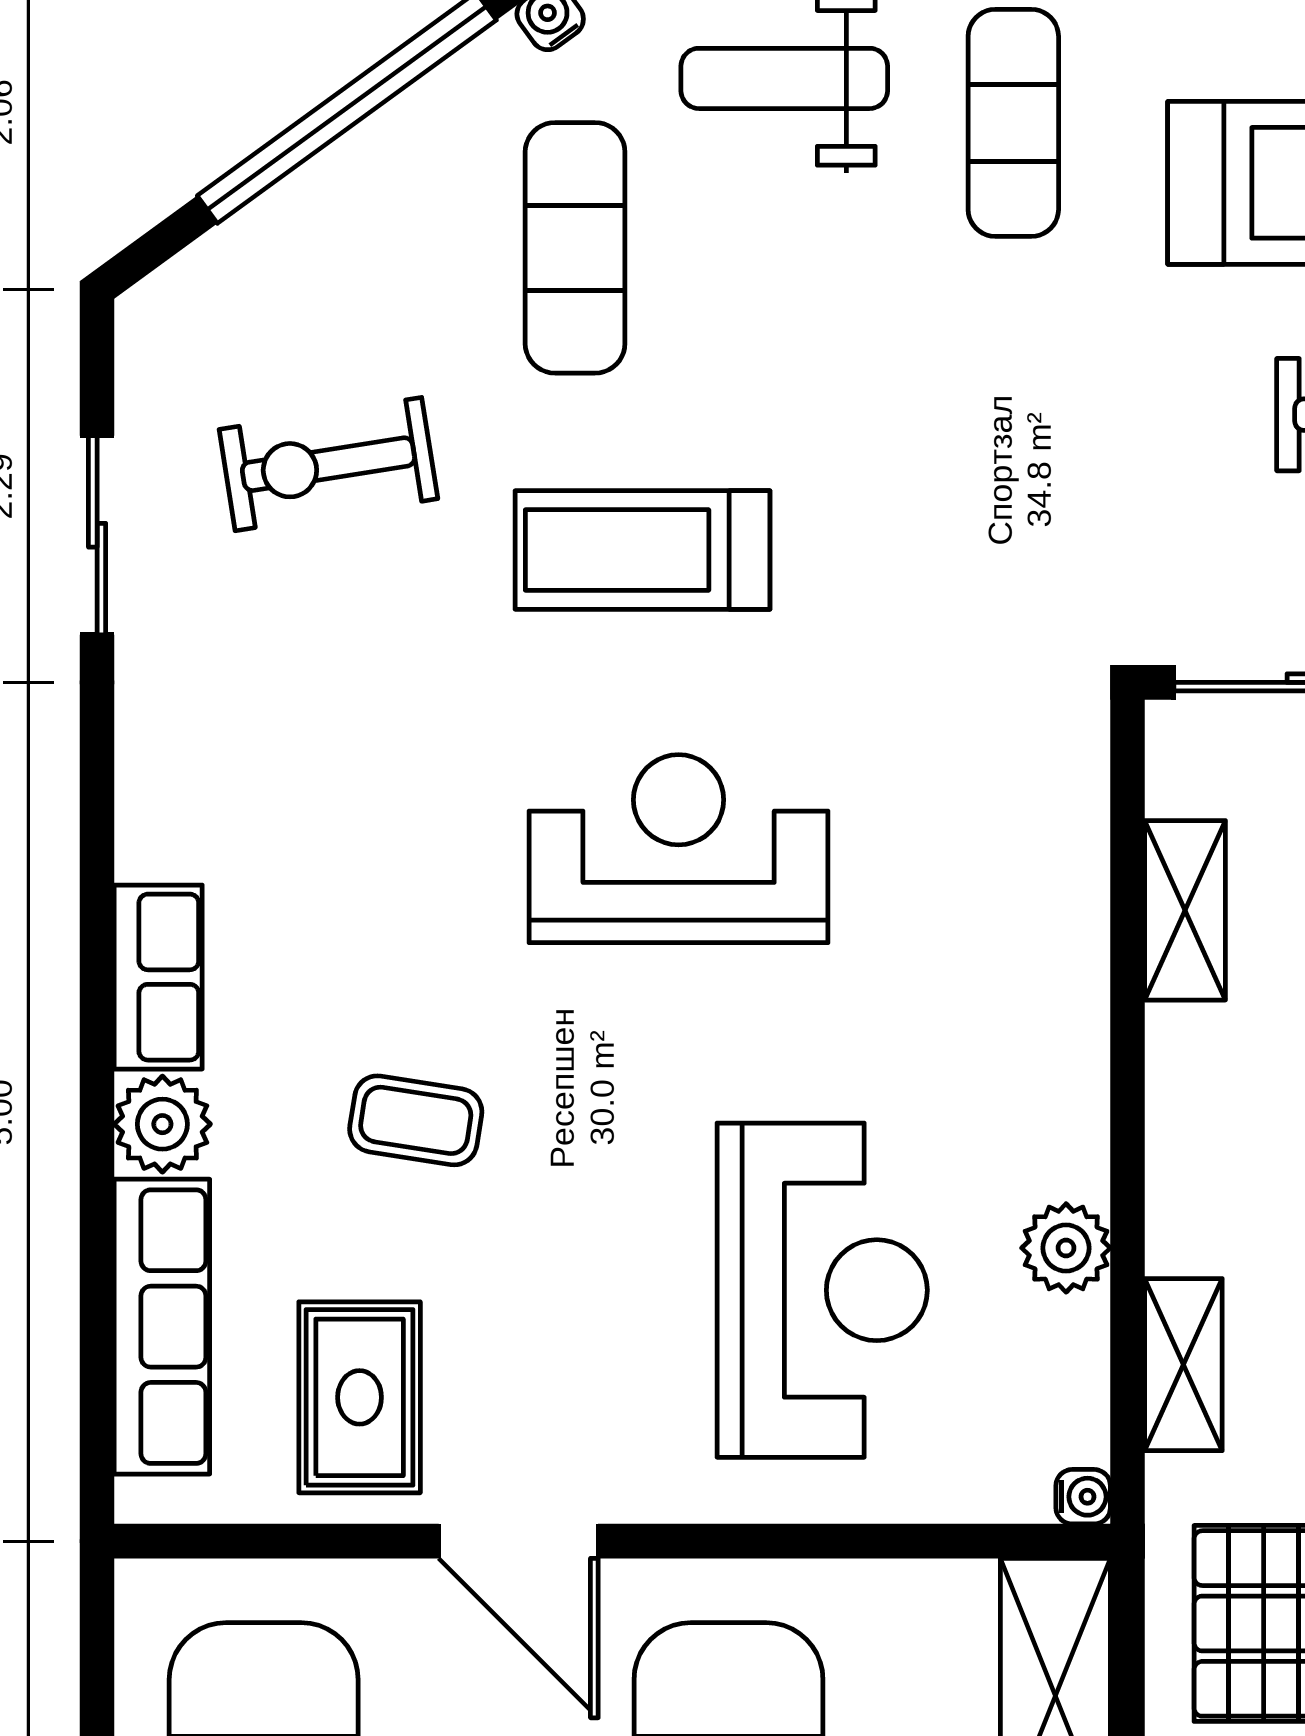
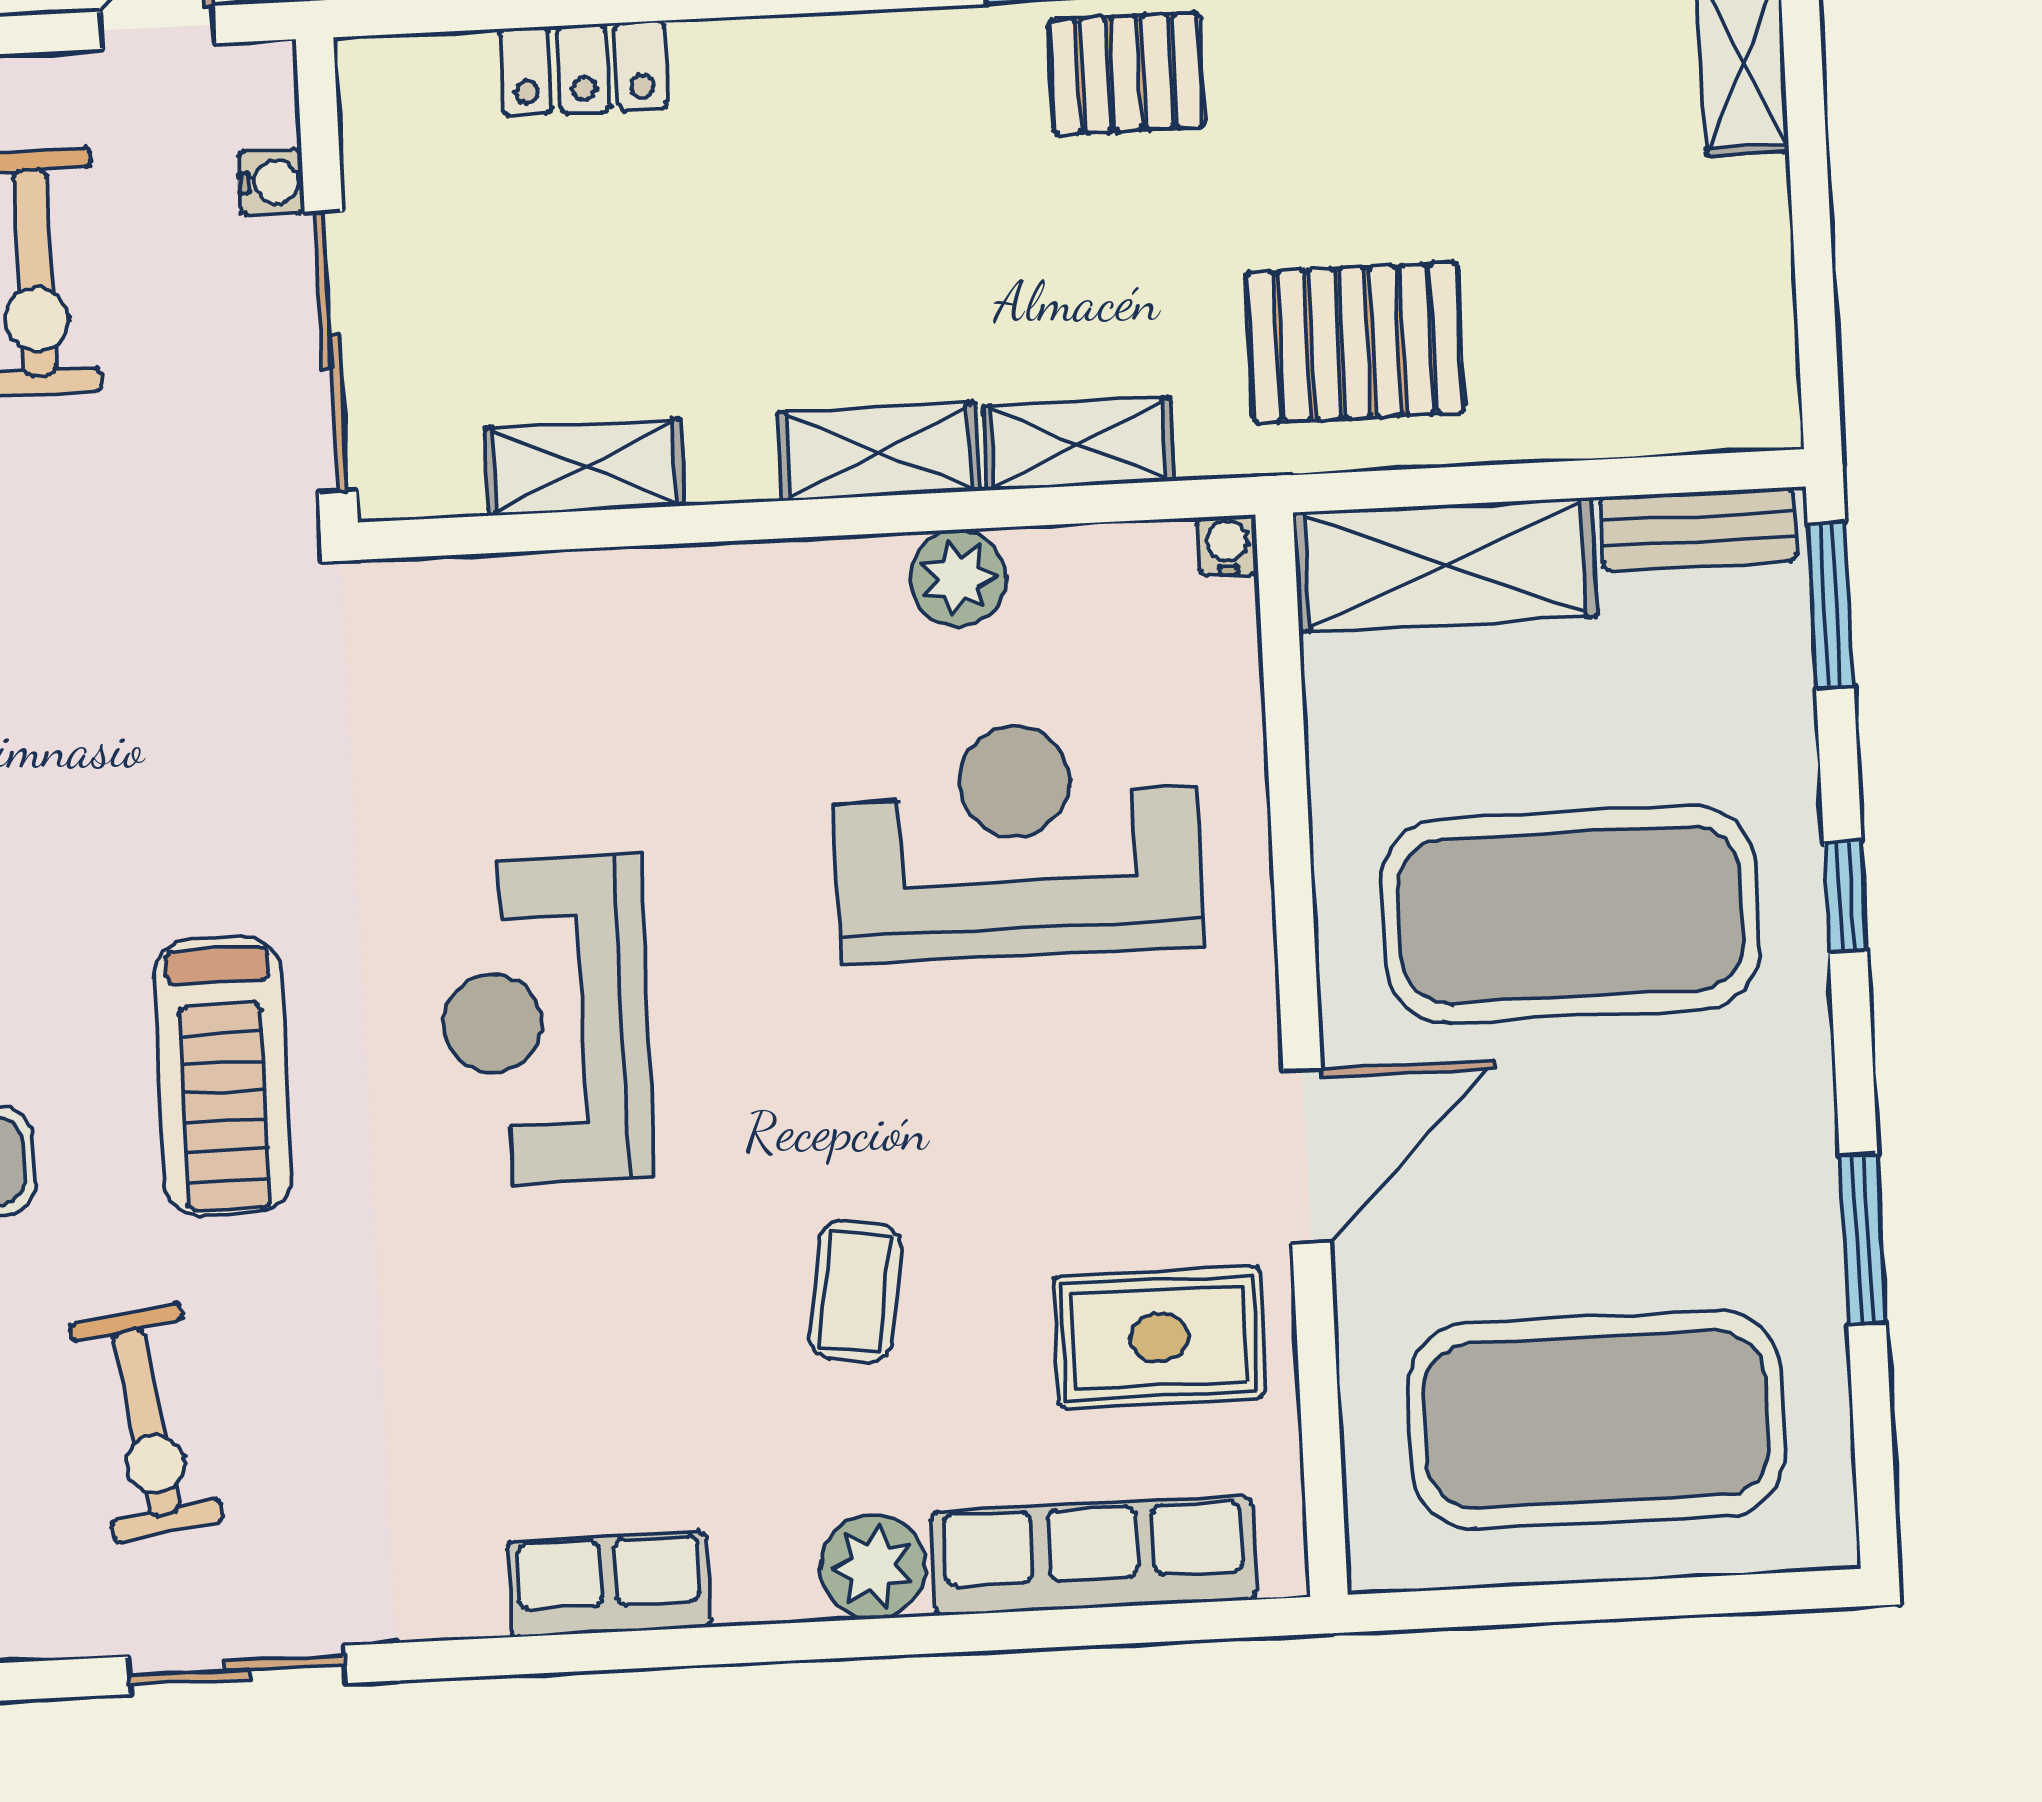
row of seats: (158, 977) -> (609, 1584), moved
shelving: (1186, 1181) -> (879, 452), added

